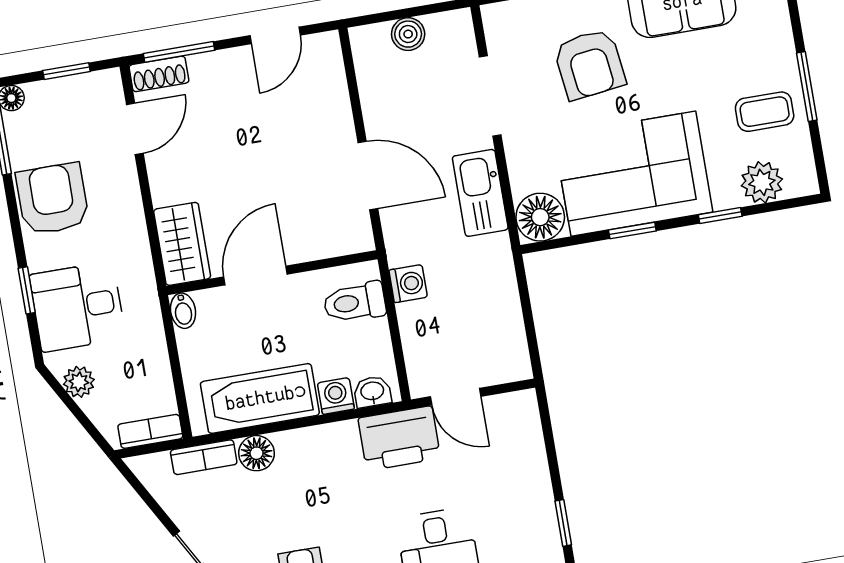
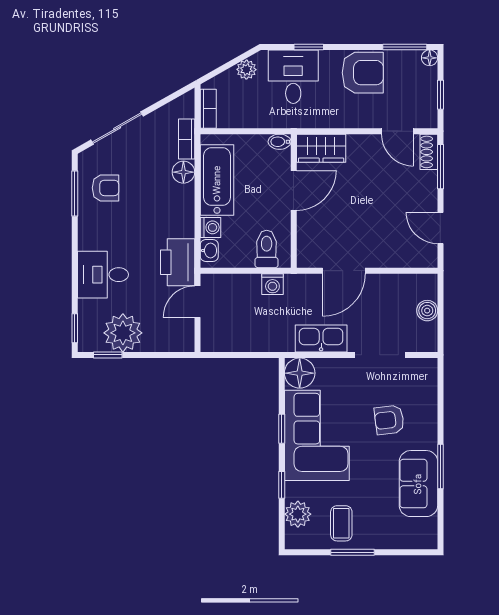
armchair: (590, 64) -> (389, 420), width x0.72, depth x0.72
door: (256, 275) -> (294, 190), hinge flipped
plant: (524, 505) -> (123, 333), added

